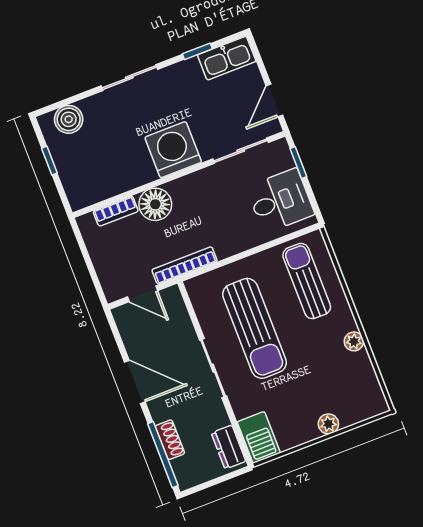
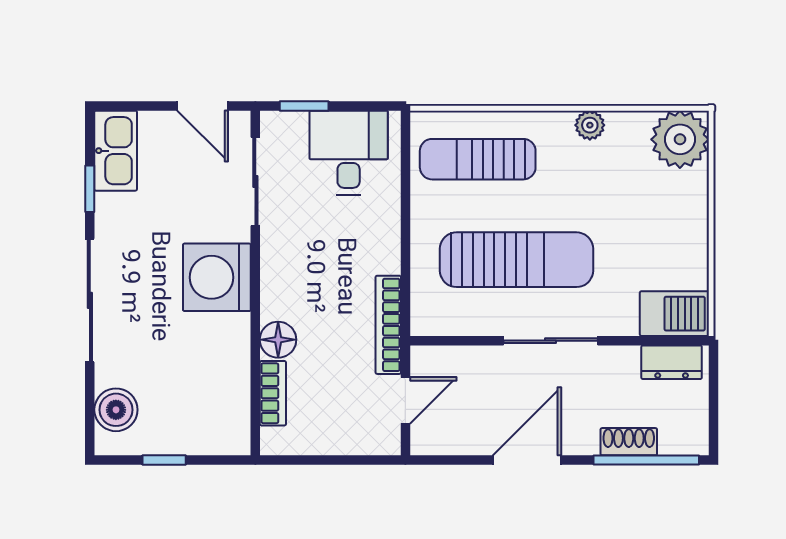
sliding door: (129, 78) -> (90, 300), width x1.37
floor lamp: (155, 204) -> (278, 340), width x0.73, depth x0.73
plant: (328, 424) -> (680, 139), moved, width x1.87, depth x1.87

